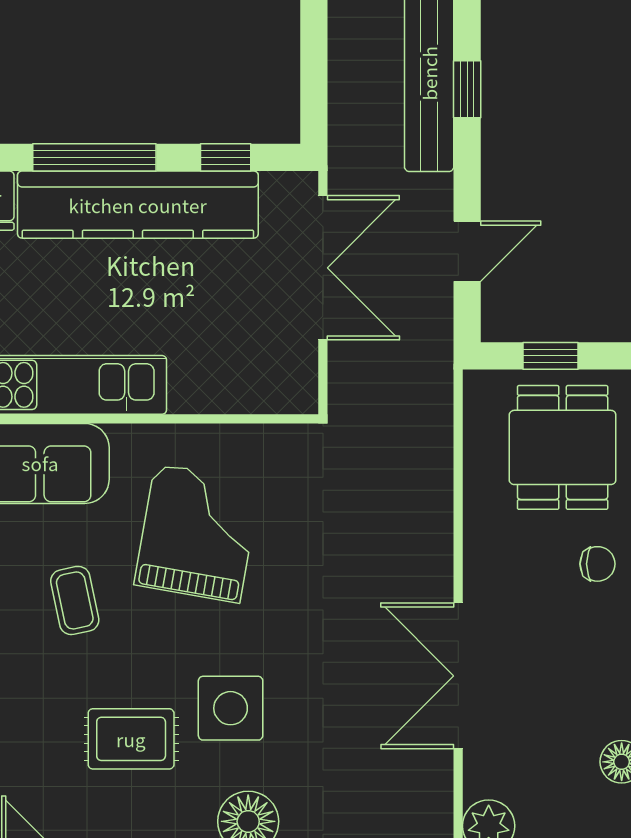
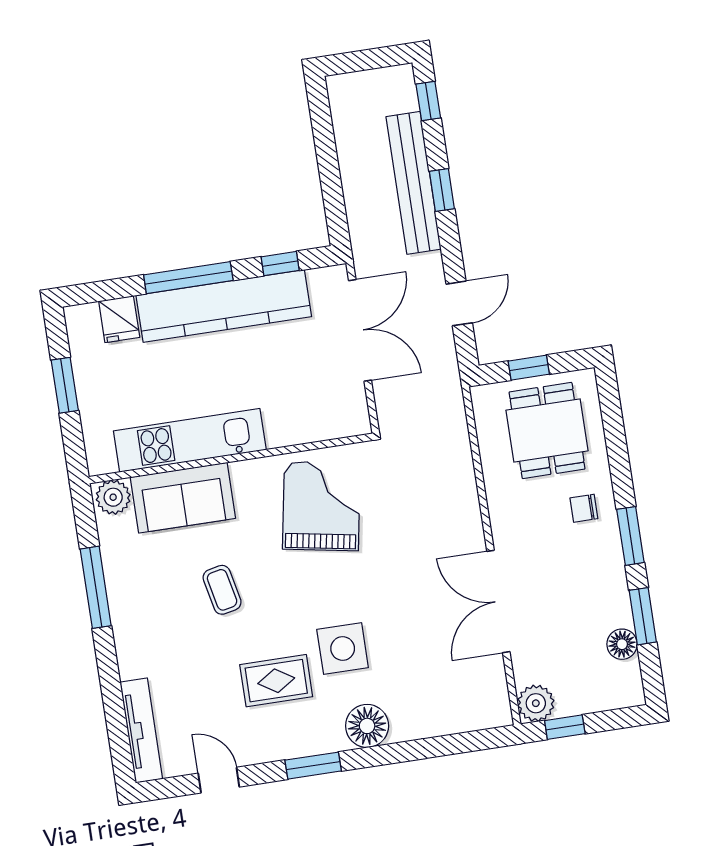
grand piano: (197, 533) -> (321, 506), moved
chair: (597, 564) -> (584, 508), turned 180

